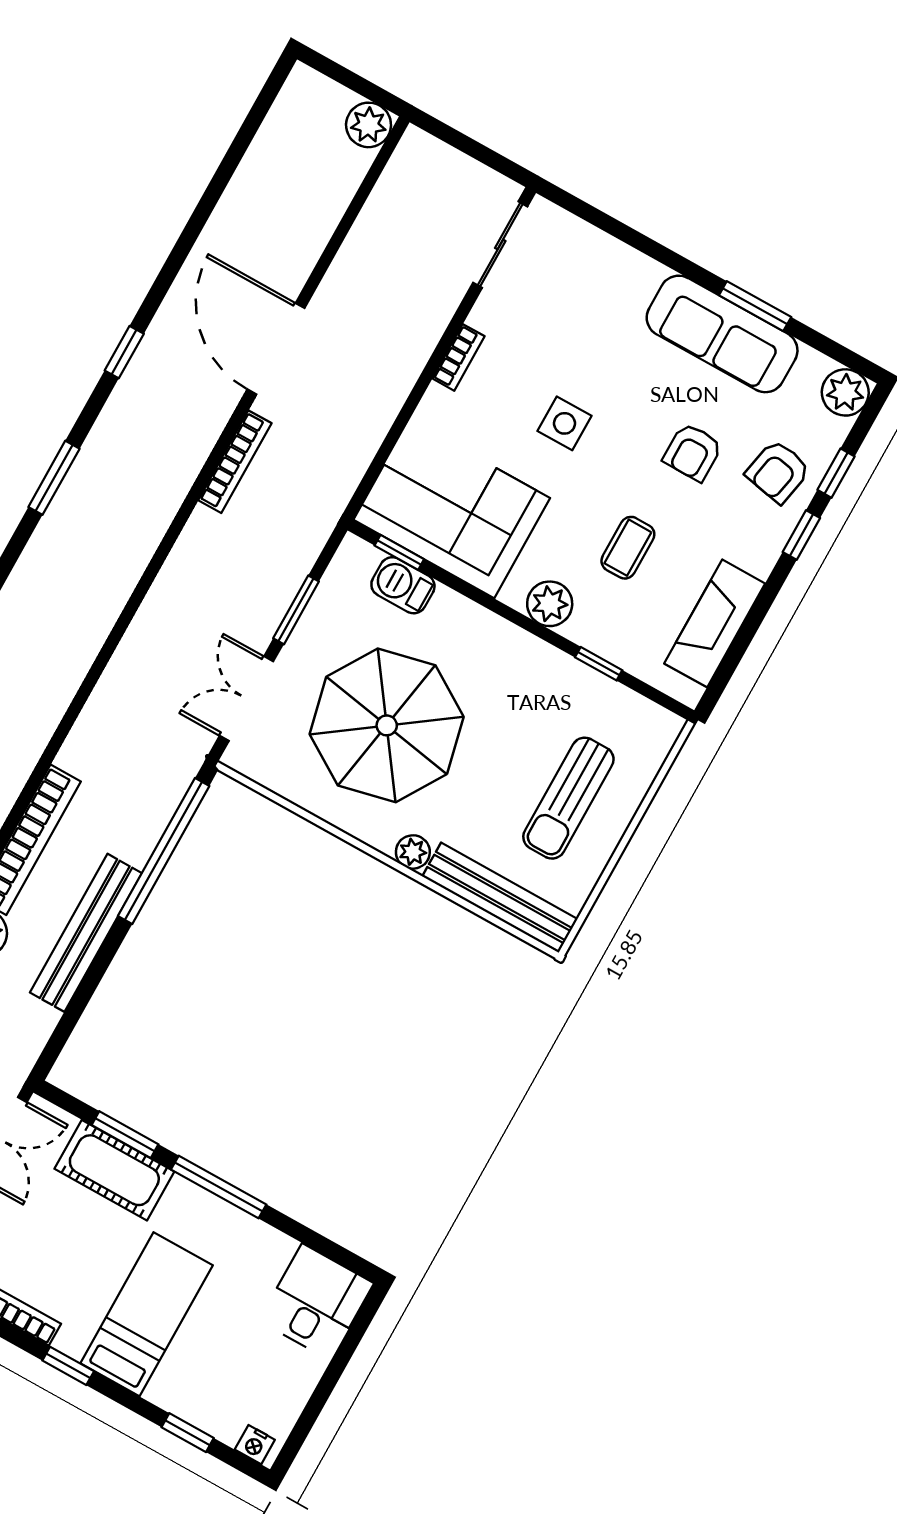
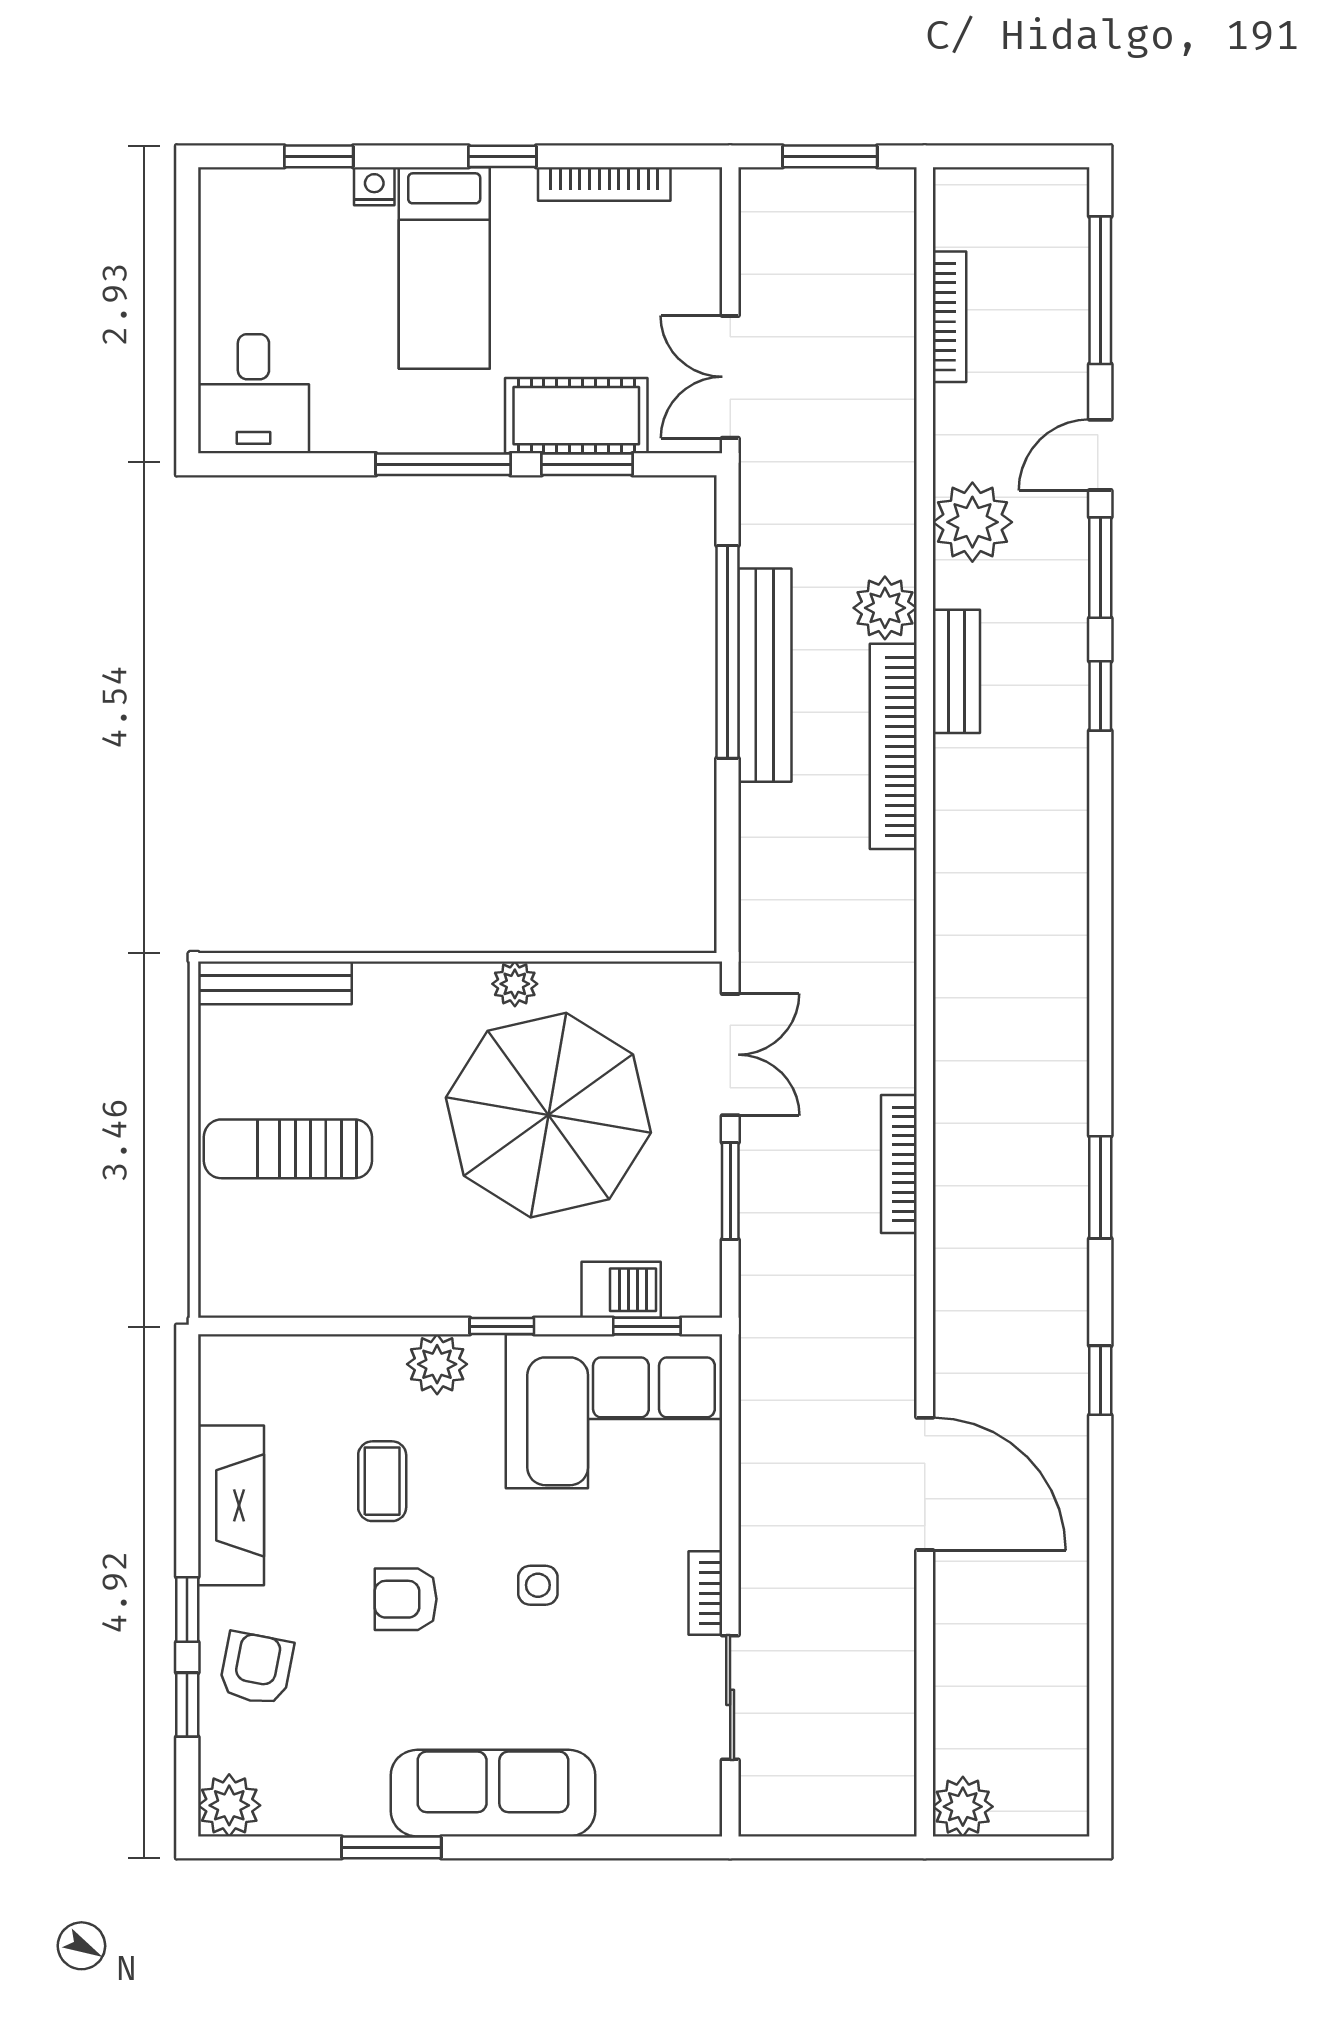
sliding door: (500, 244) -> (730, 1697), moved
sofa: (722, 334) -> (493, 1793), moved
side table: (564, 423) -> (538, 1585), width x0.73, depth x0.73
armchair: (693, 452) -> (406, 1599), moved, turned -90
bookcase: (235, 462) -> (899, 1164), moved
fireplace: (715, 623) -> (231, 1505), moved
window: (599, 664) -> (502, 1326), moved
sun lounger: (568, 798) -> (288, 1149), turned -90
window: (164, 851) -> (727, 652), moved
plant: (413, 852) -> (515, 984), moved
bench: (500, 898) -> (275, 983), width x0.73, depth x0.82
nightstand: (255, 1445) -> (374, 186), moved

